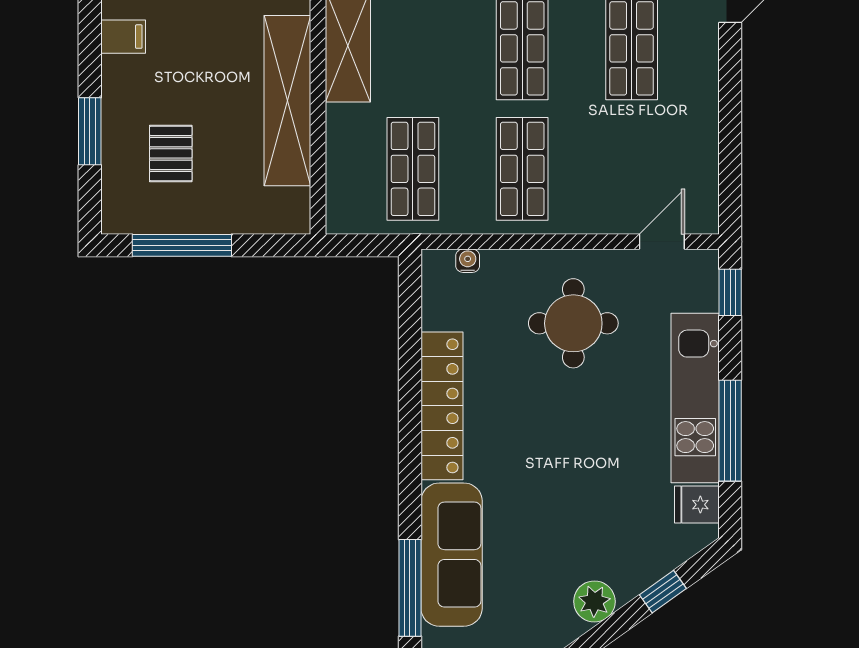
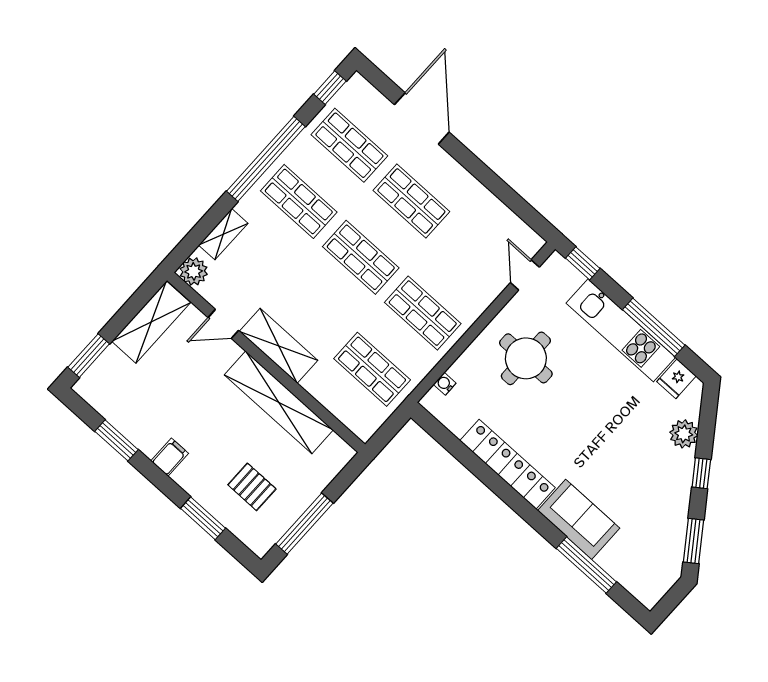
sofa: (452, 555) -> (579, 519), width x0.73
window: (663, 592) -> (701, 473), moved
plant: (594, 601) -> (684, 434), moved

